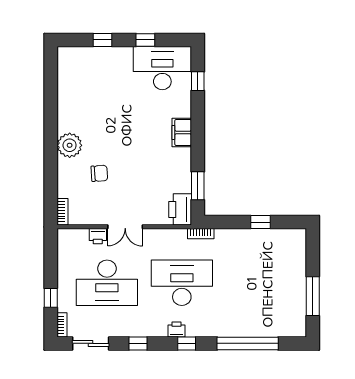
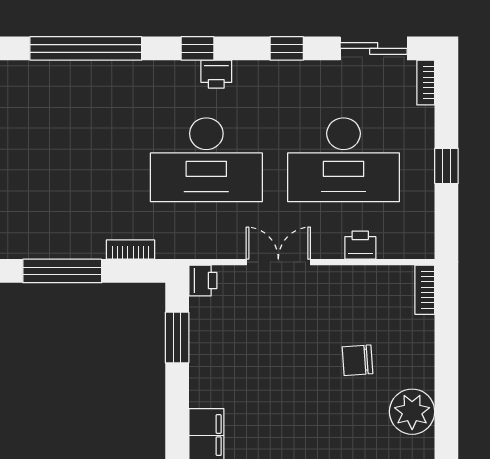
printer: (180, 209) -> (203, 280), width x0.53, depth x0.68
window: (260, 222) -> (62, 271), width x2.17
double door: (125, 227) -> (278, 262), moved
bookcase: (201, 234) -> (130, 250), moved
desk: (107, 283) -> (344, 160), turned 180
window: (51, 298) -> (446, 166), moved

